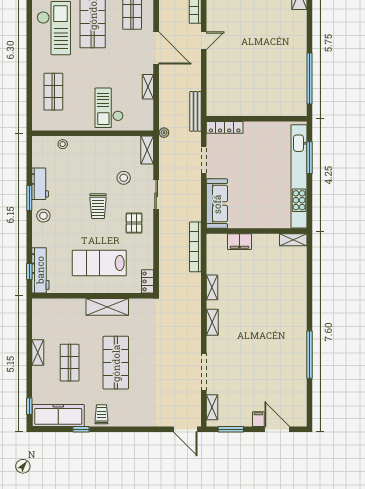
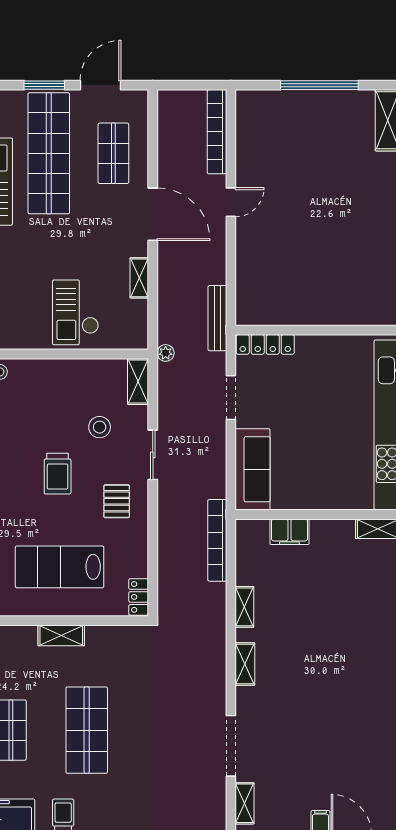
shelving: (107, 307) -> (61, 635), width x0.67, depth x0.75

